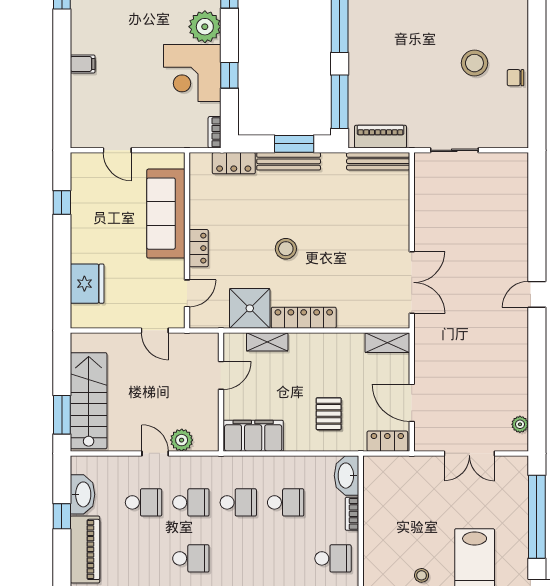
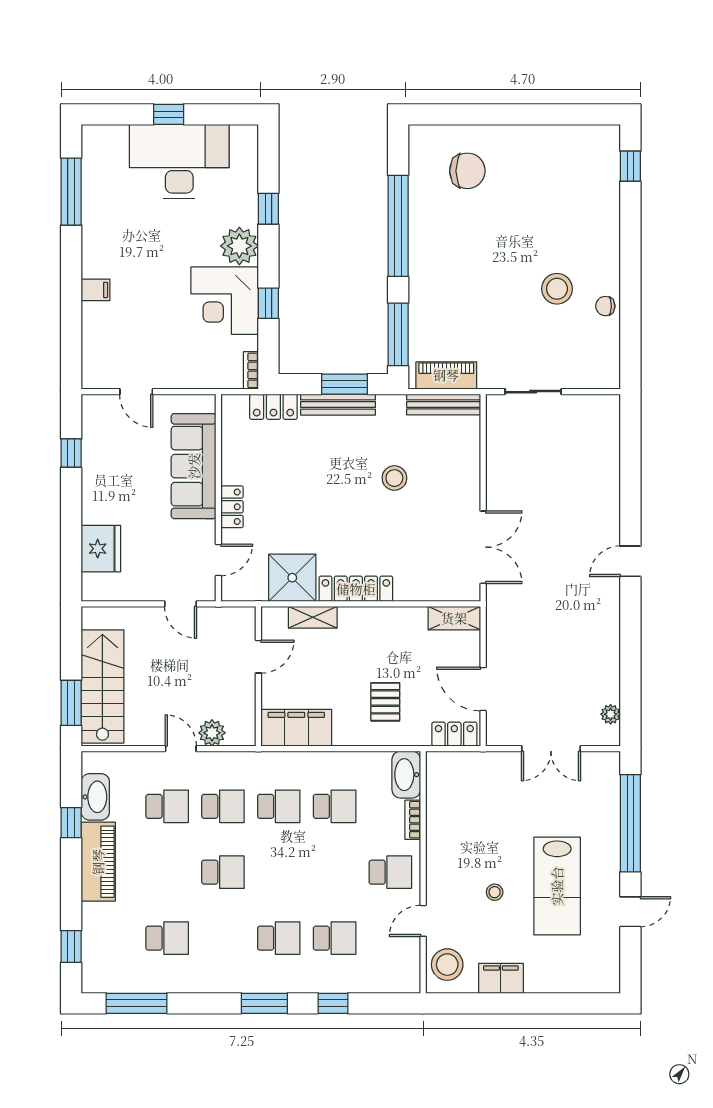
stool: (286, 249) -> (394, 478), moved

